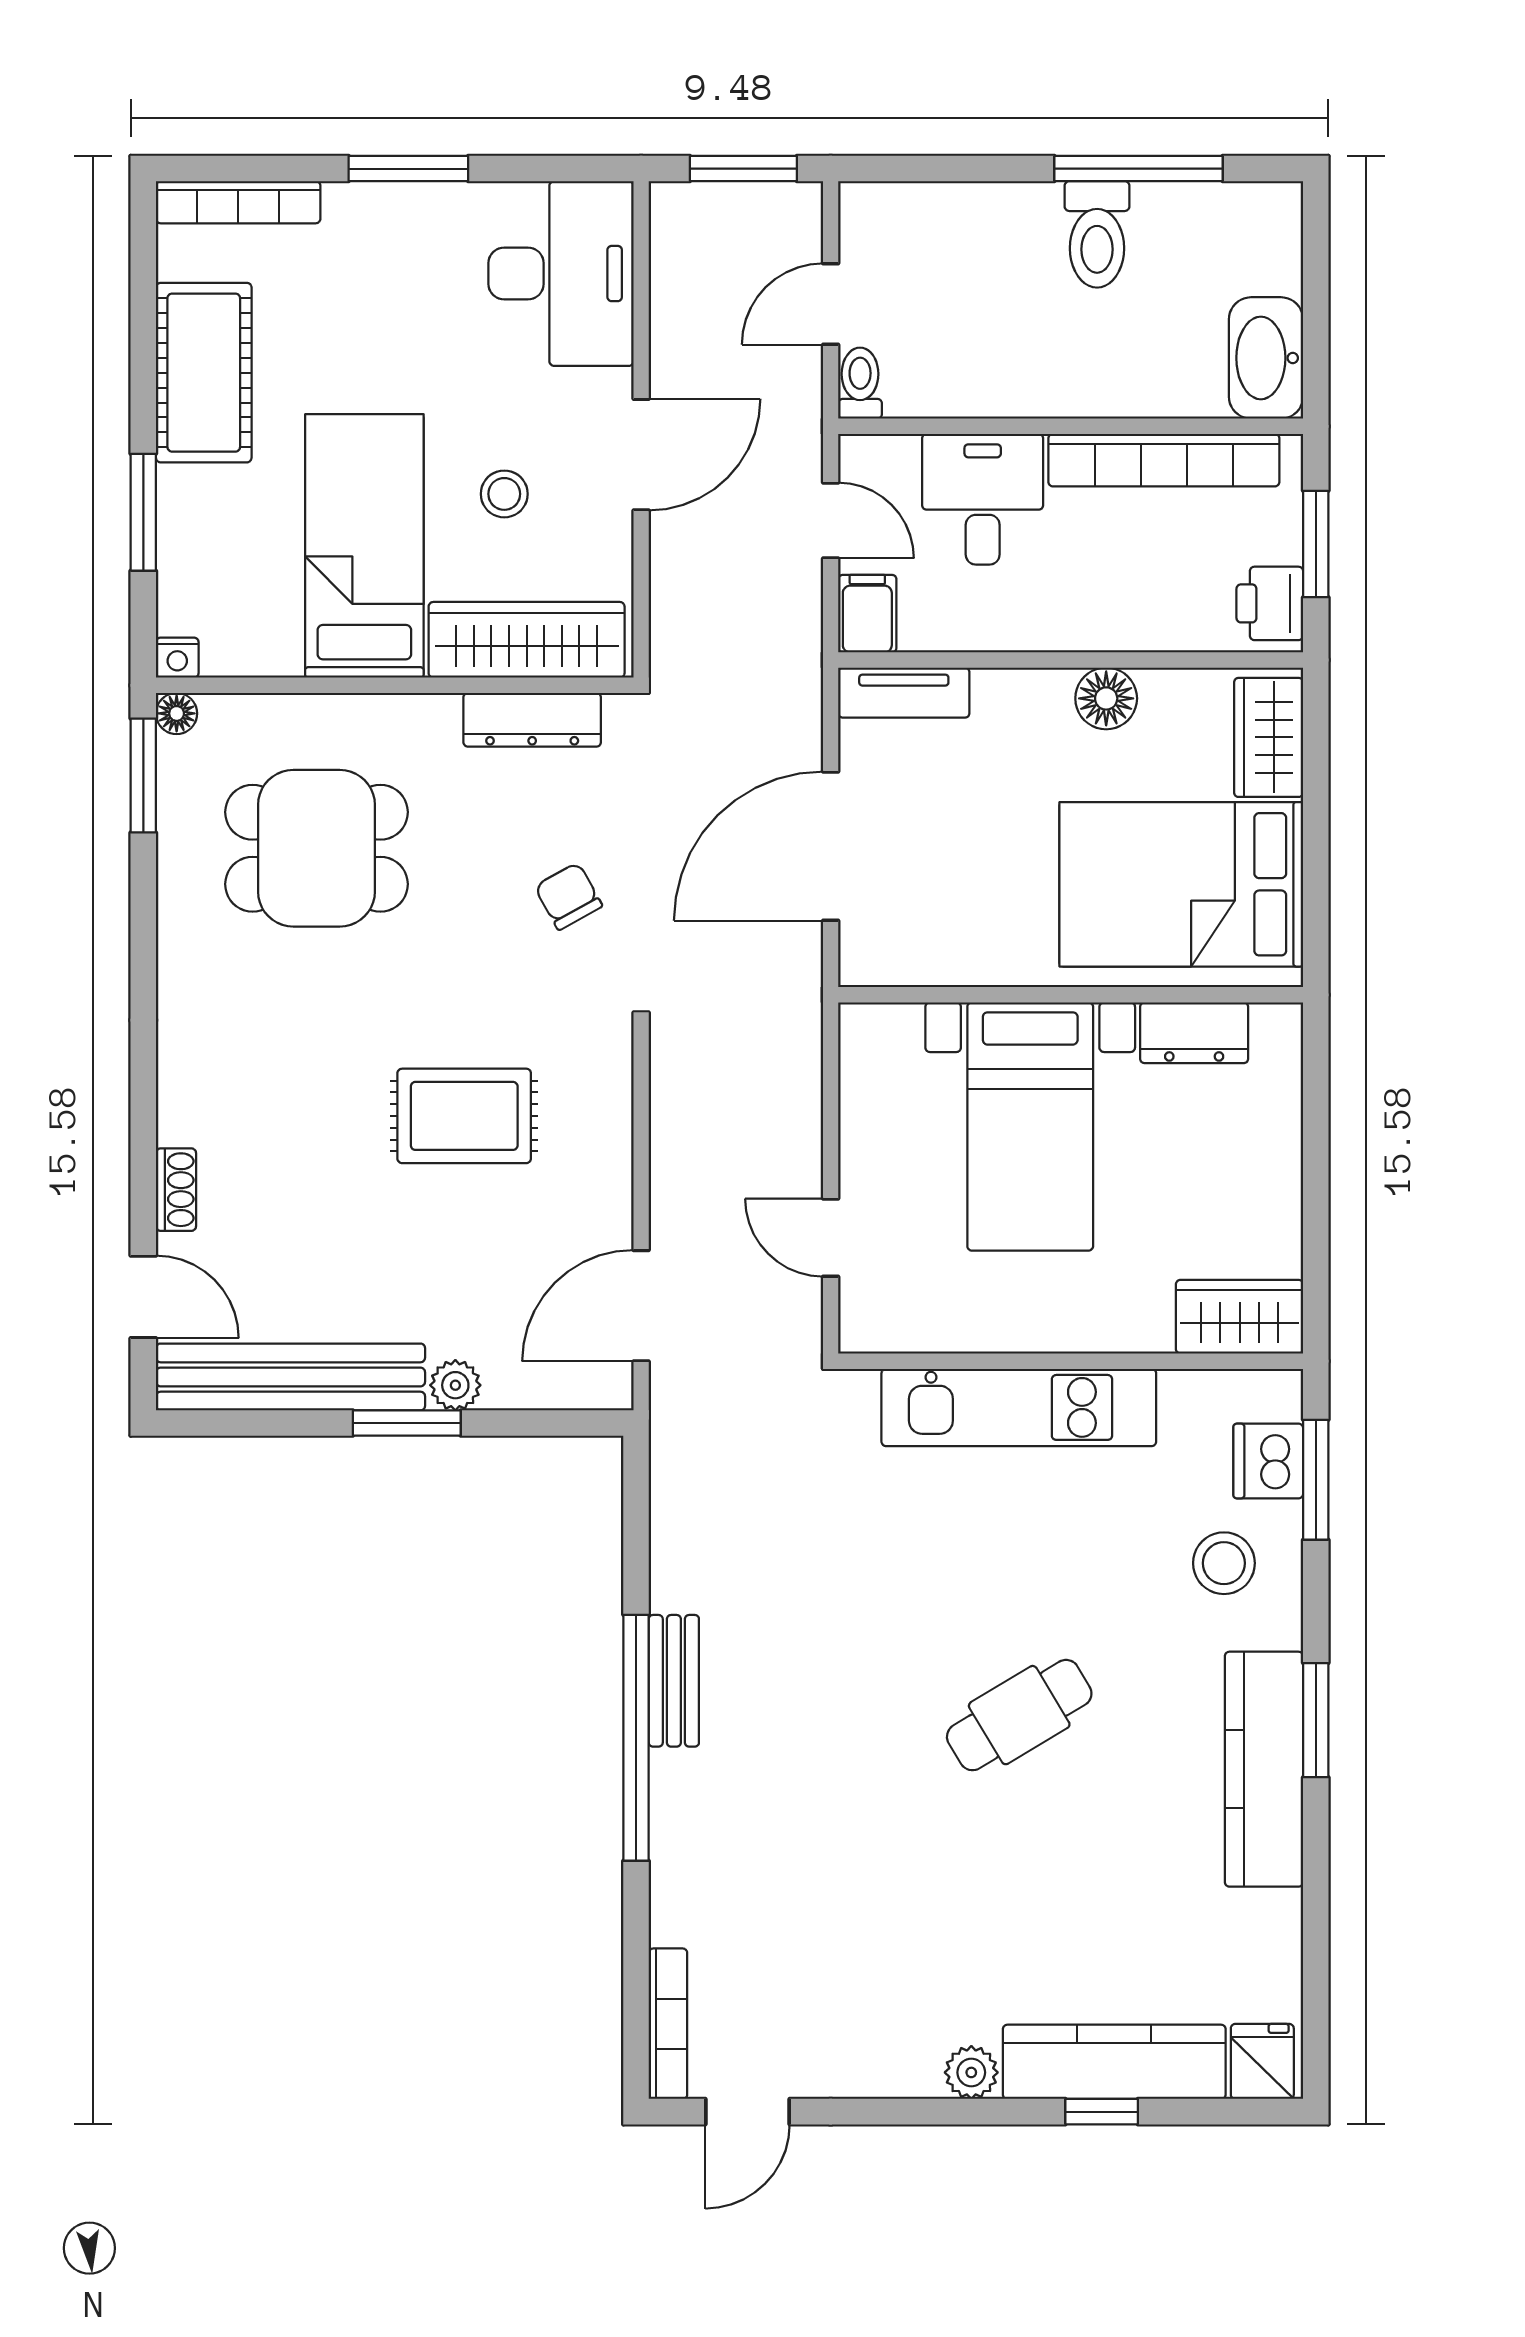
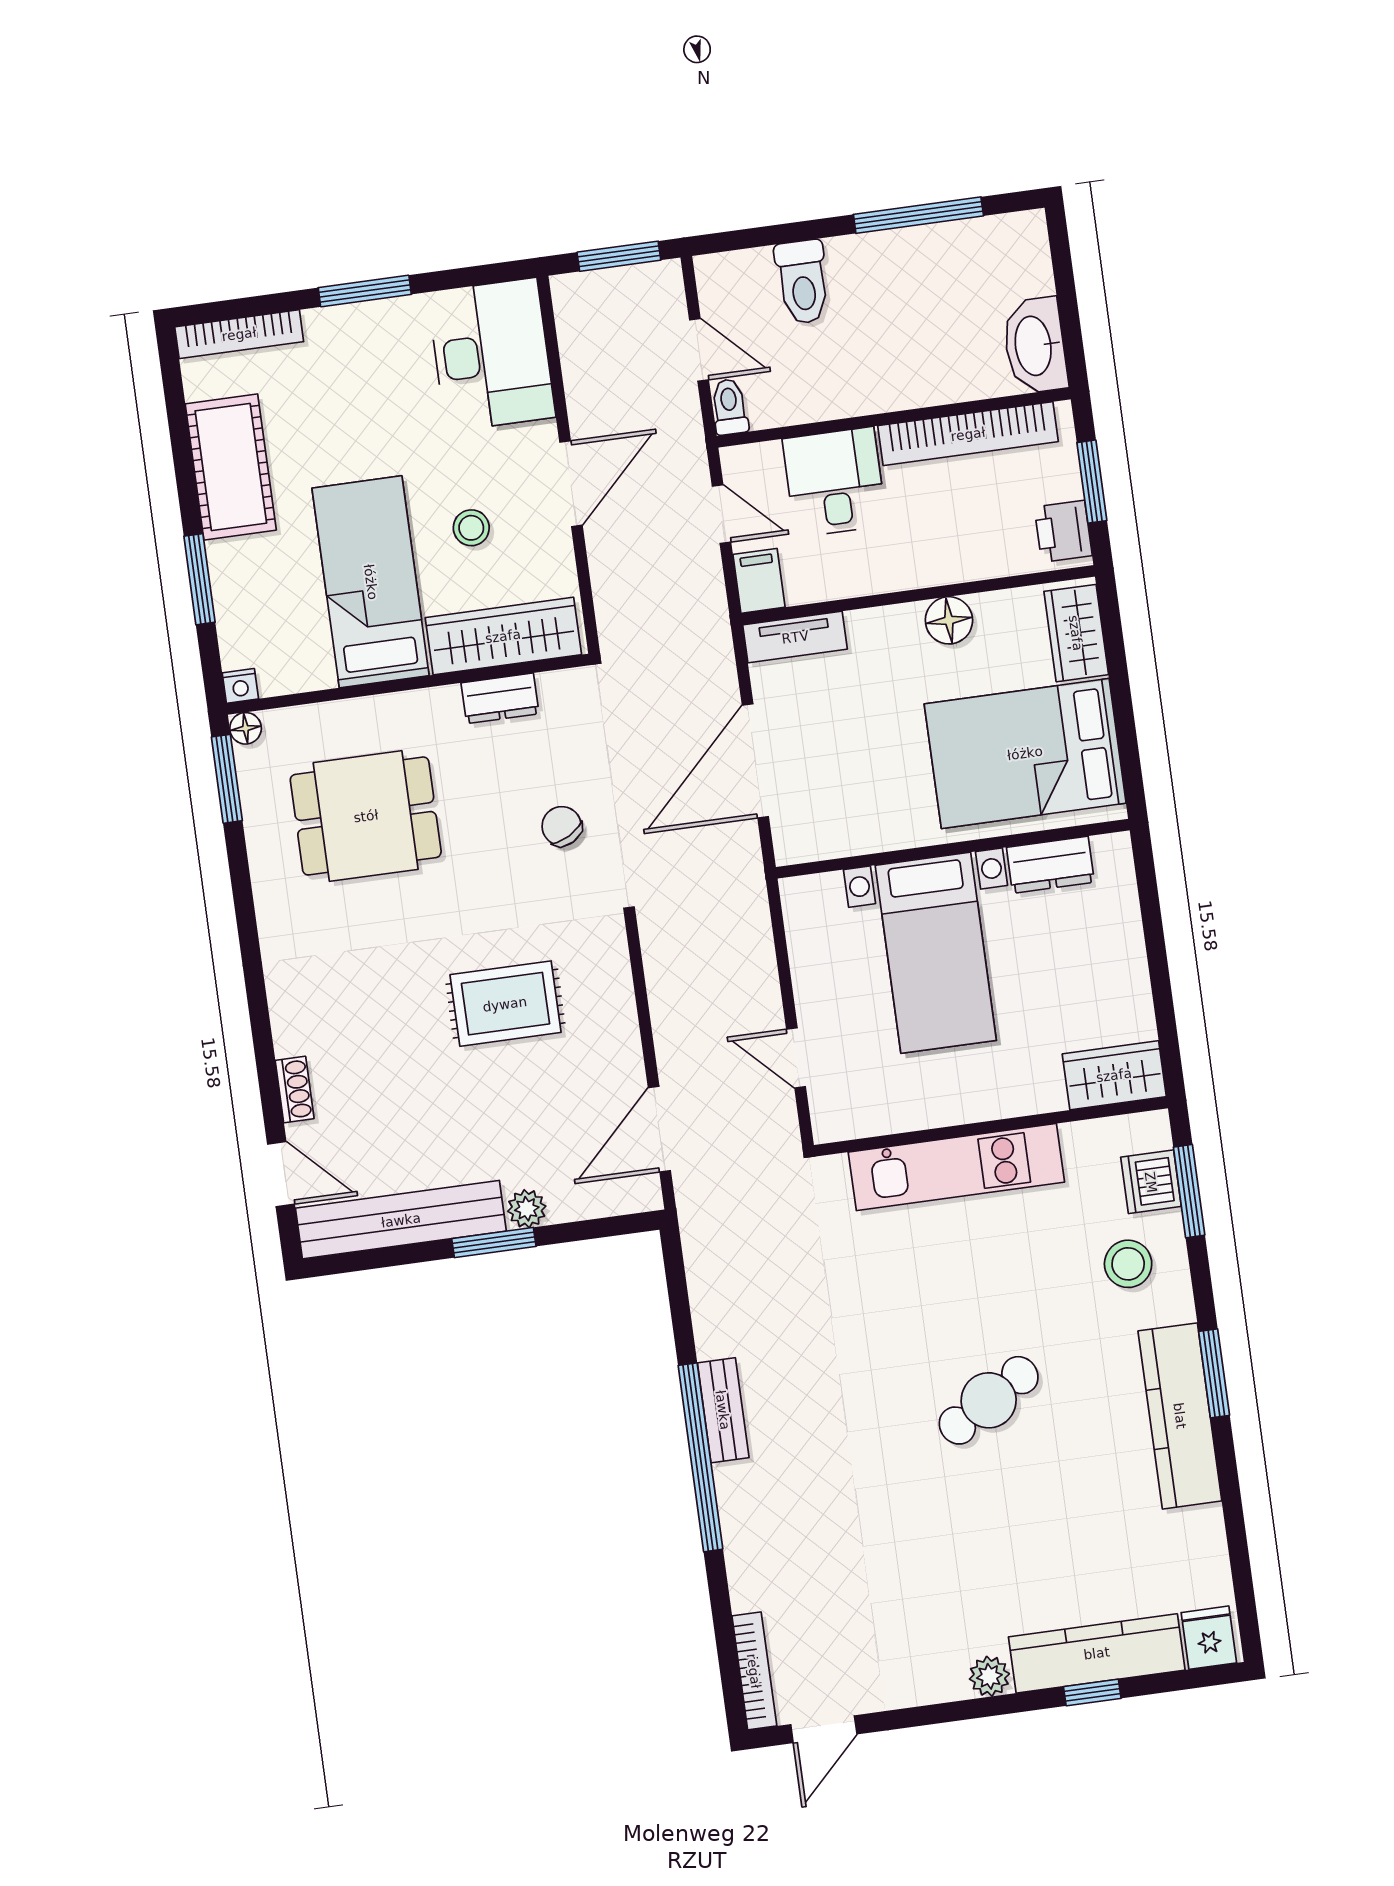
toilet: (1097, 234) -> (803, 282), moved
door: (831, 304) -> (699, 350), swing flipped
dresser: (532, 720) -> (500, 698), width x0.70

